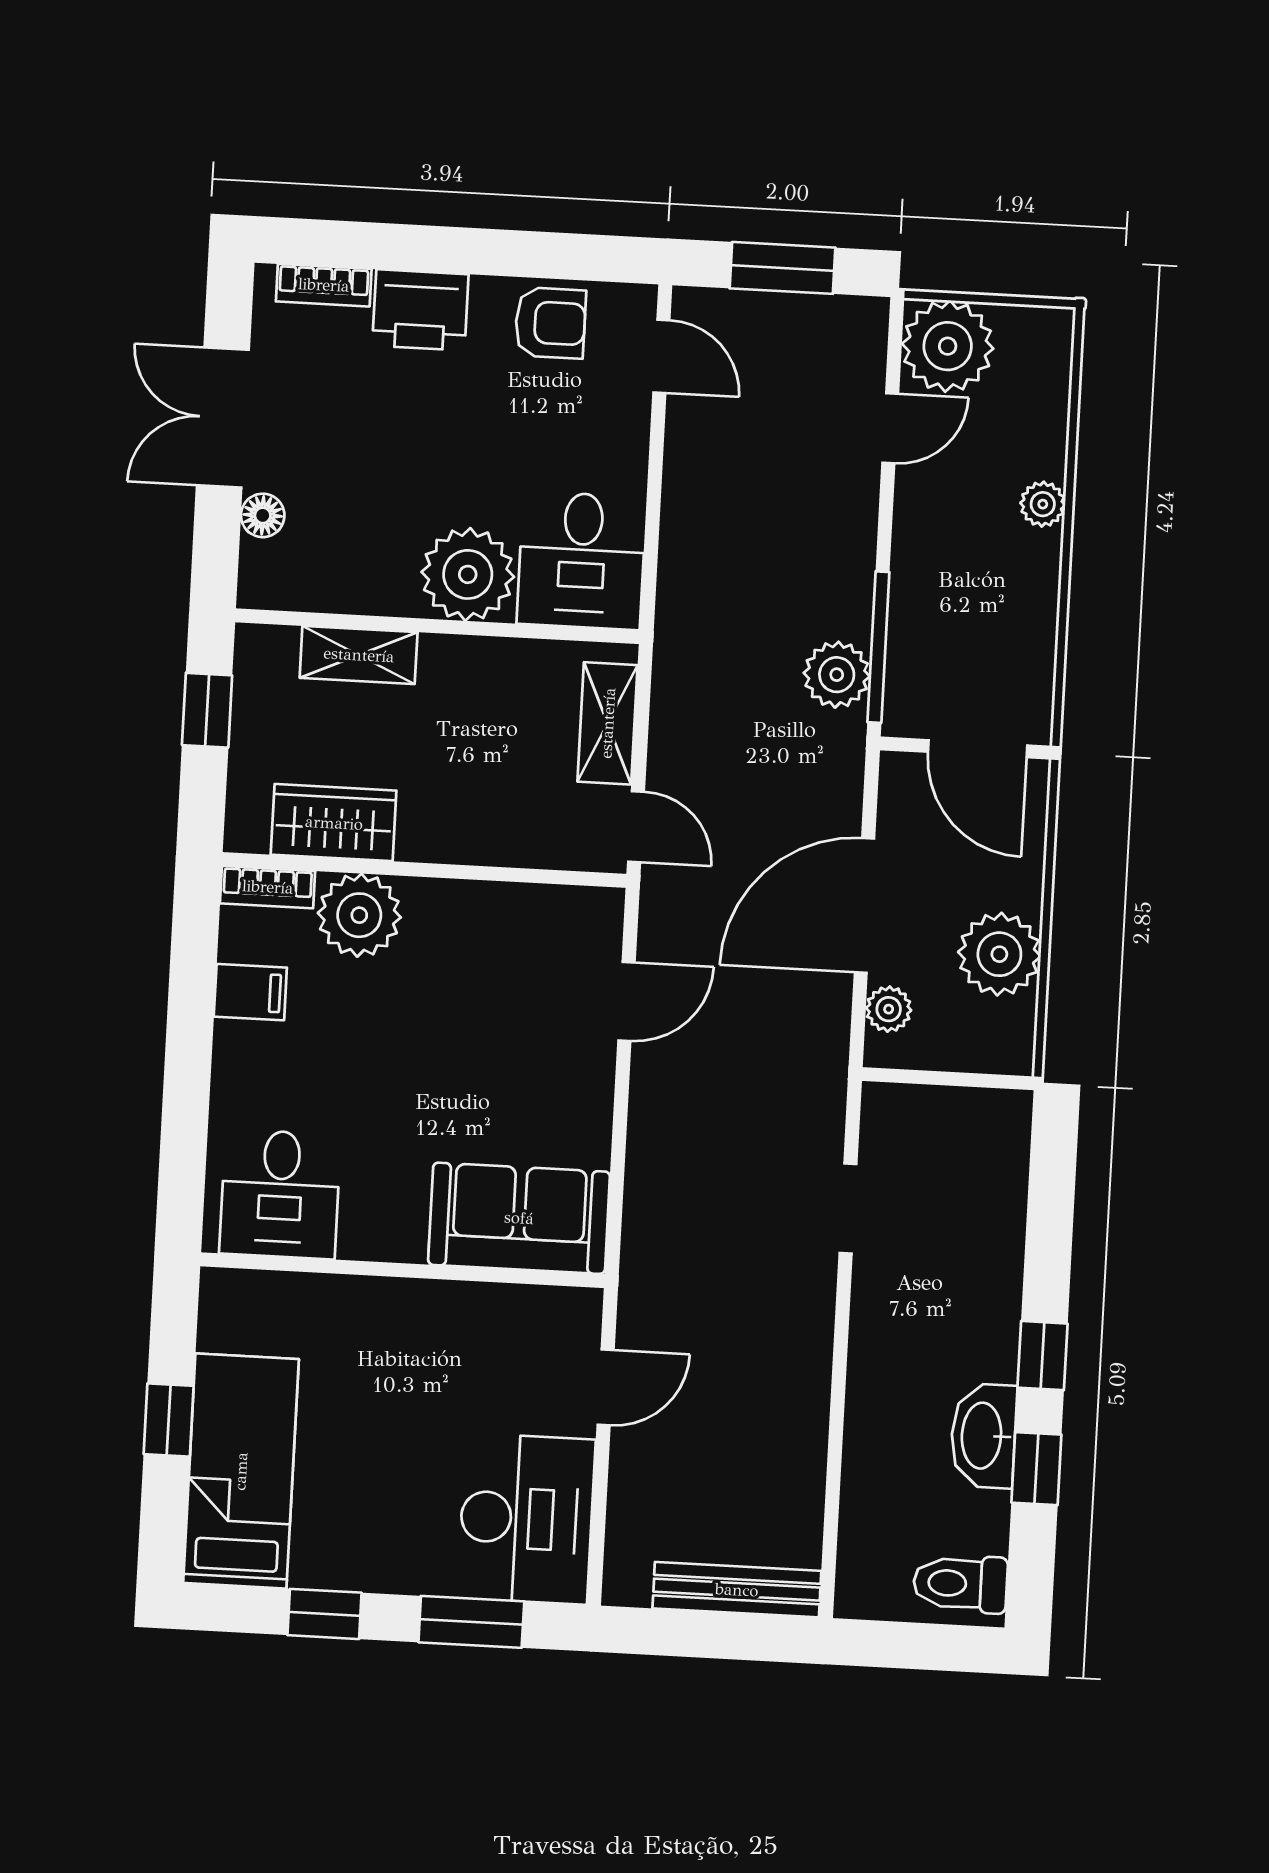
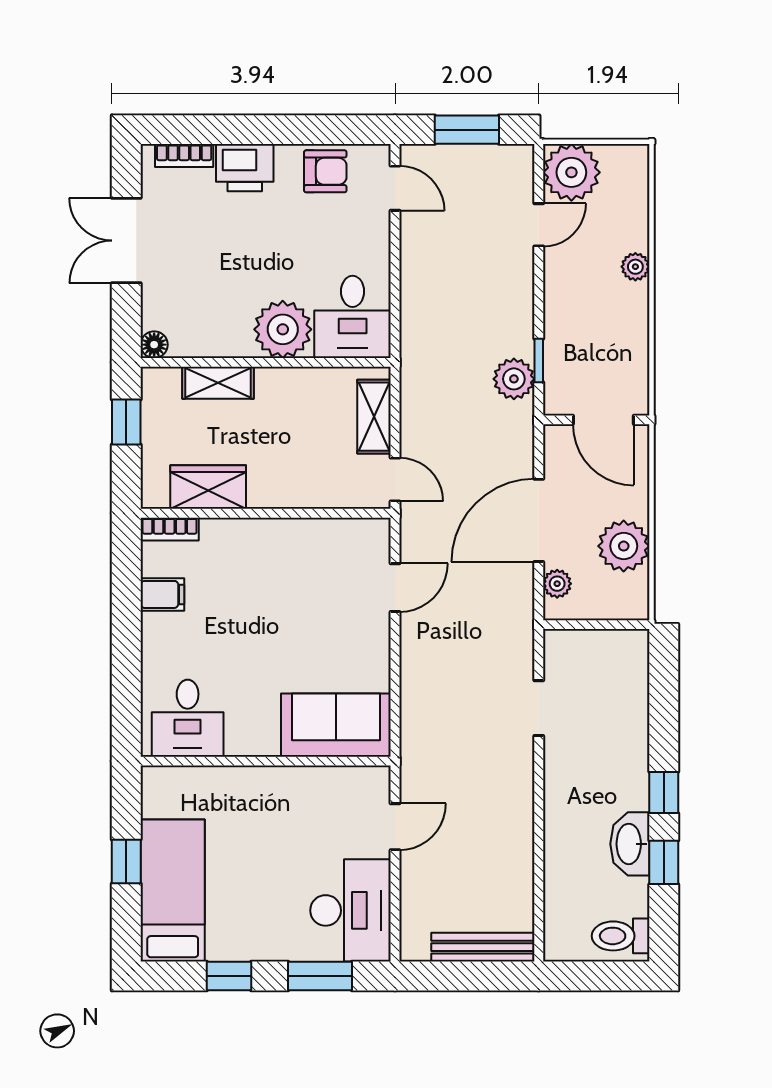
floor lamp: (263, 515) -> (154, 345), moved
window: (878, 647) -> (539, 360), width x0.46
plant: (359, 915) -> (227, 543), removed

